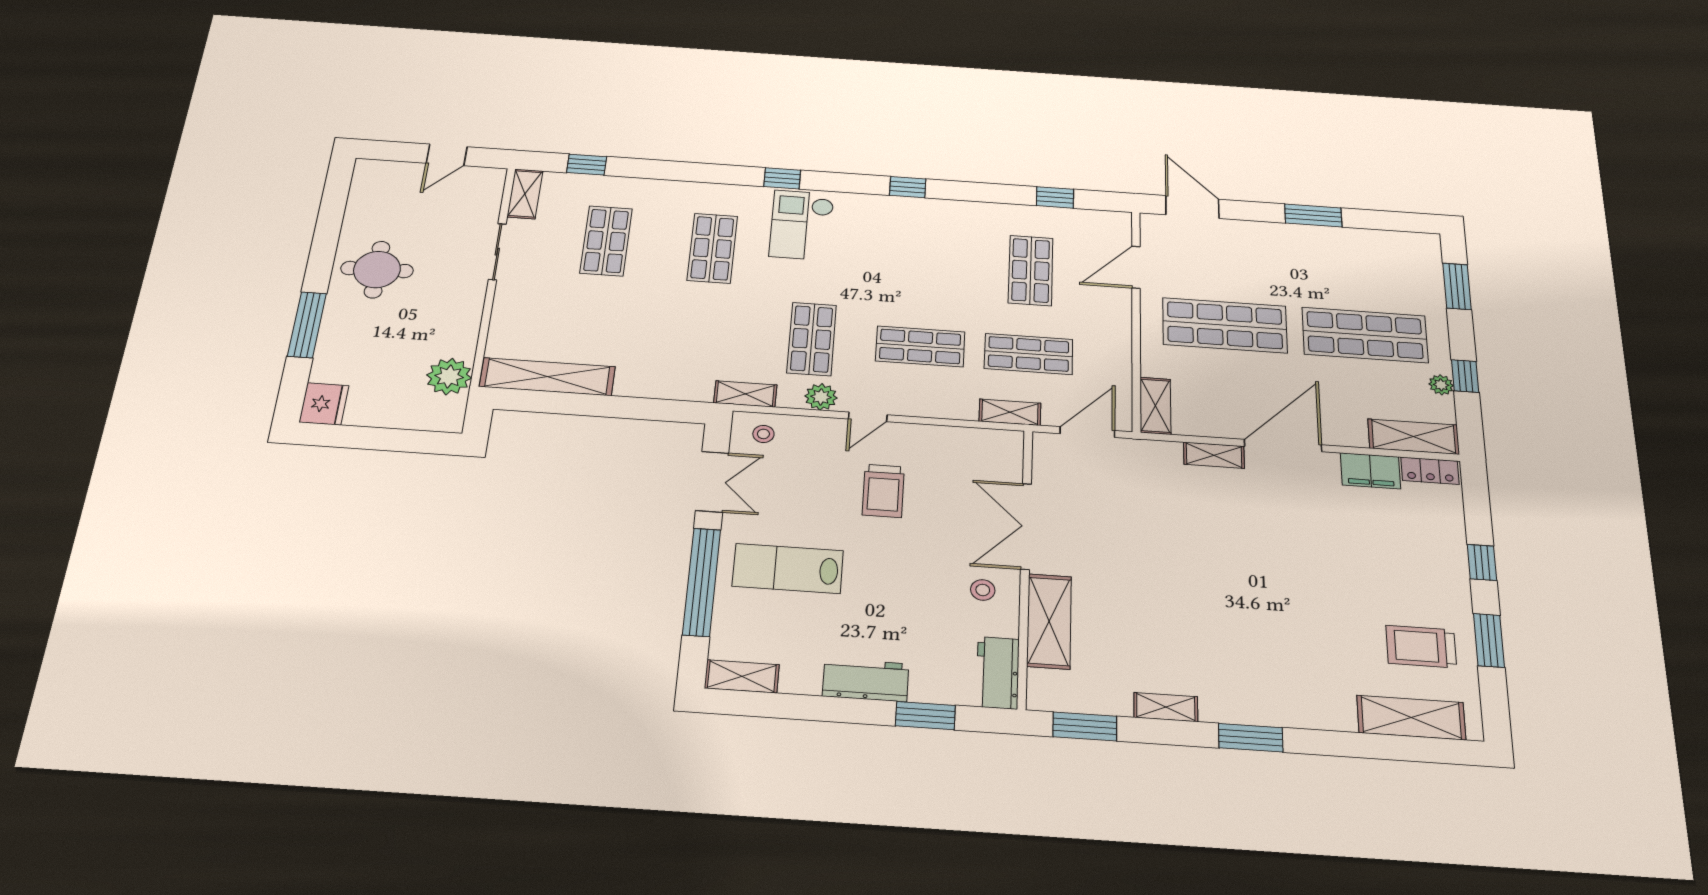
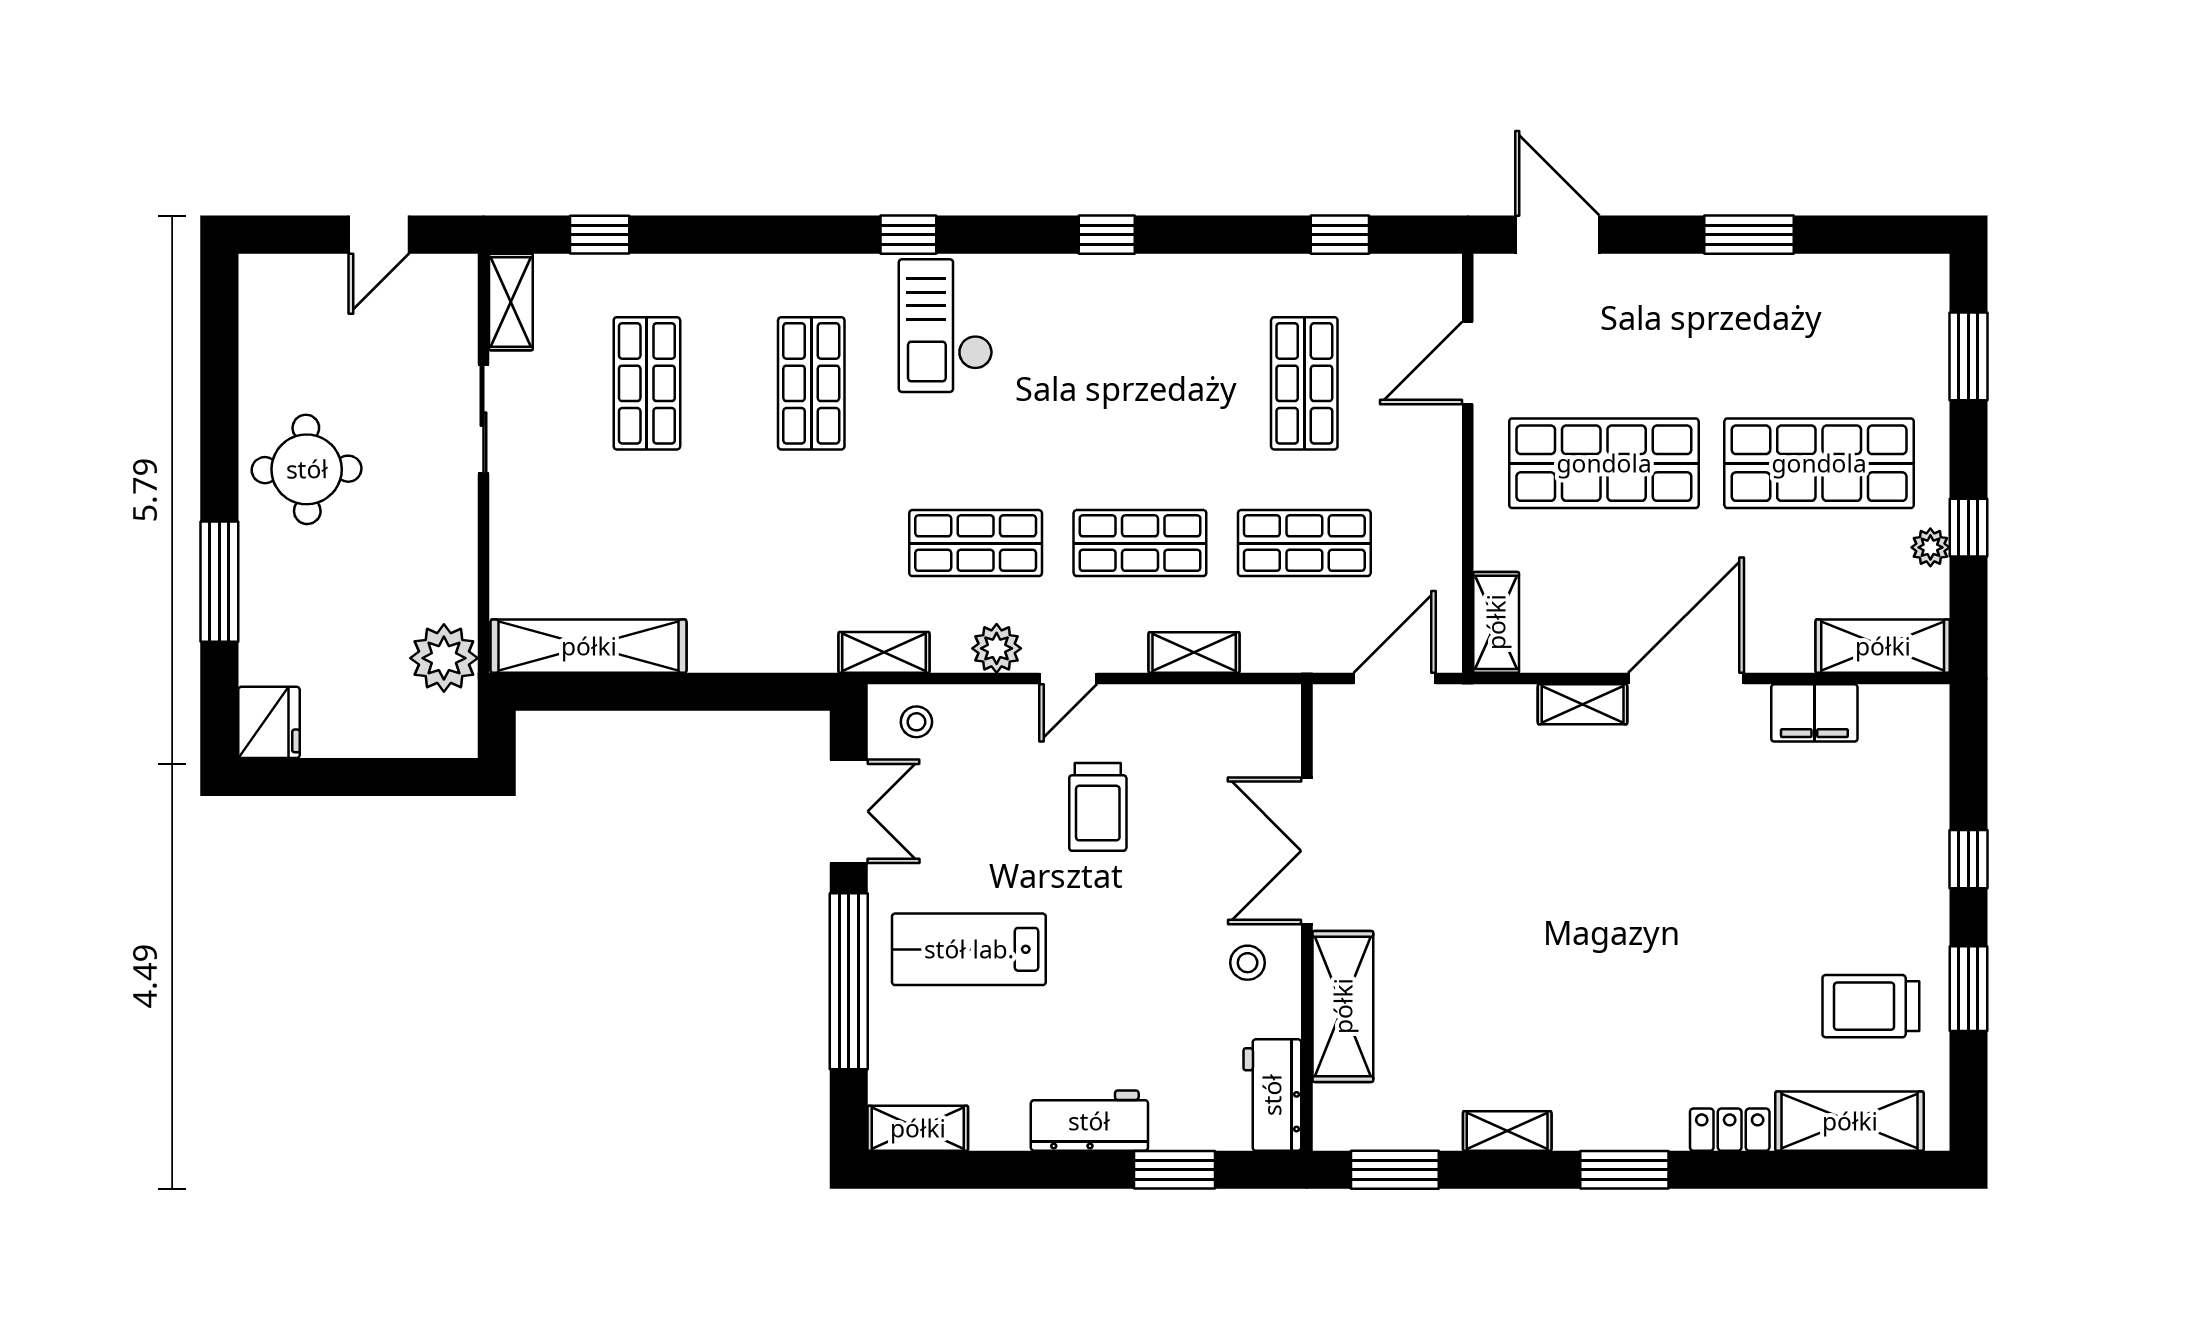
shop shelf: (812, 339) -> (976, 543), turned 90
shelving: (1010, 412) -> (1194, 652), moved
locker: (1430, 471) -> (1730, 1130), moved, turned 180

